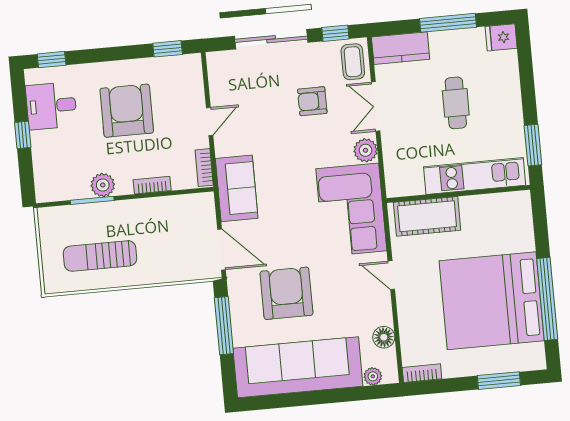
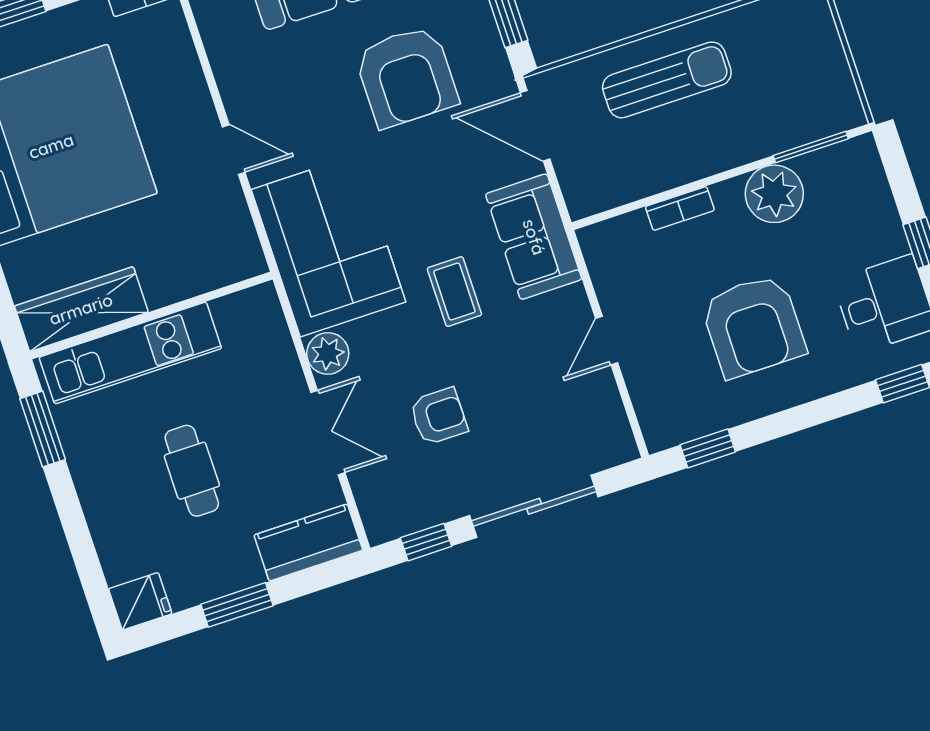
window: (448, 23) -> (237, 605), width x0.69
coffee table: (353, 62) -> (454, 292), moved
bookcase: (204, 168) -> (598, 259), removed
plant: (103, 185) -> (774, 194), width x1.36, depth x1.36
window: (92, 200) -> (811, 147), moved
wardrobe: (496, 207) -> (81, 309), added
cot: (427, 216) -> (196, 265), removed
sun lounger: (100, 256) -> (667, 80), moved
floor lamp: (384, 337) -> (222, 40), removed

